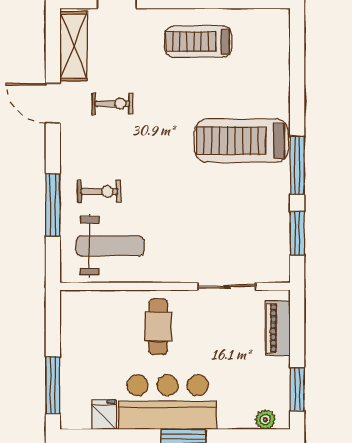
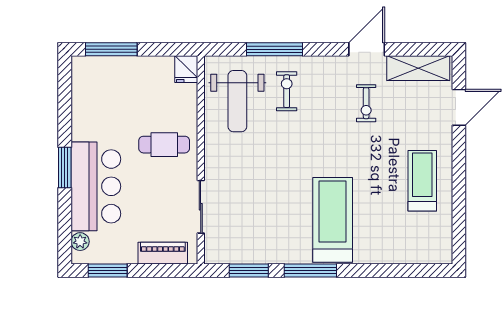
exercise bike: (99, 191) -> (287, 91), turned 180
bar counter: (168, 402) -> (96, 186), moved
fridge: (104, 415) -> (186, 69), moved, turned 90

